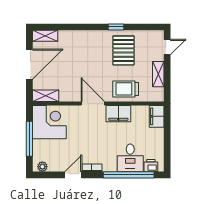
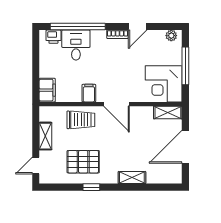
shelving: (45, 36) -> (132, 178), moved
pallet: (124, 50) -> (83, 162), turned 90
filing cabinet: (118, 114) -> (89, 93), width x0.50

